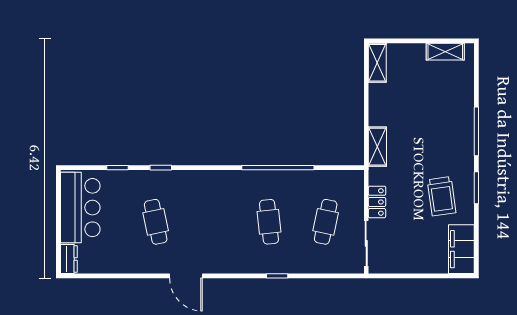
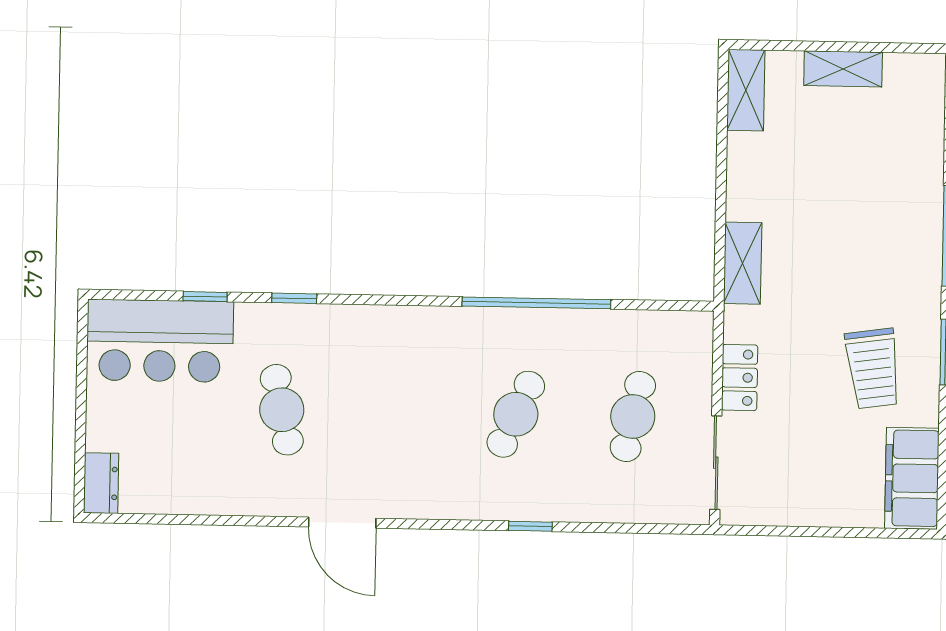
shelving: (445, 52) -> (843, 69), moved
bar counter: (80, 208) -> (160, 341), moved, turned 90
cafe table: (269, 222) -> (516, 414), turned 30

